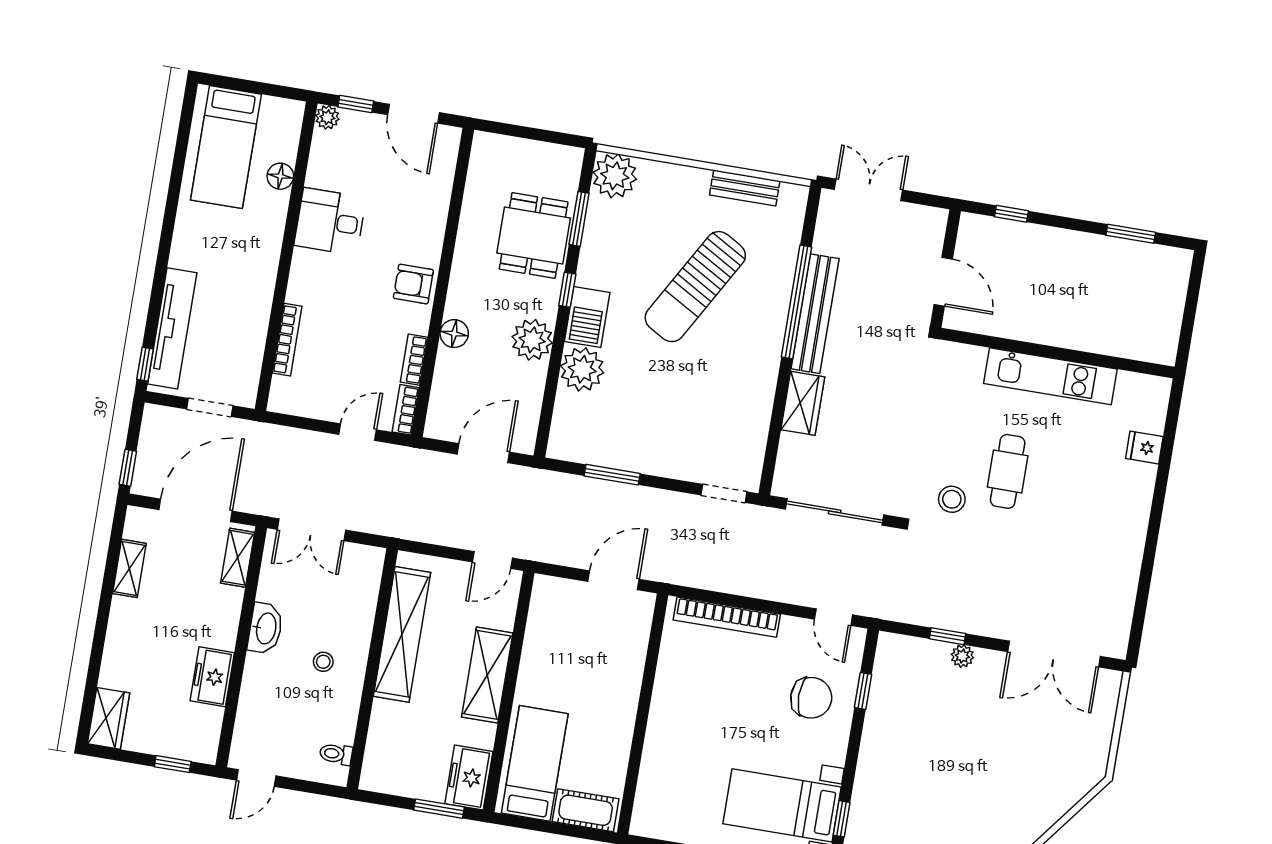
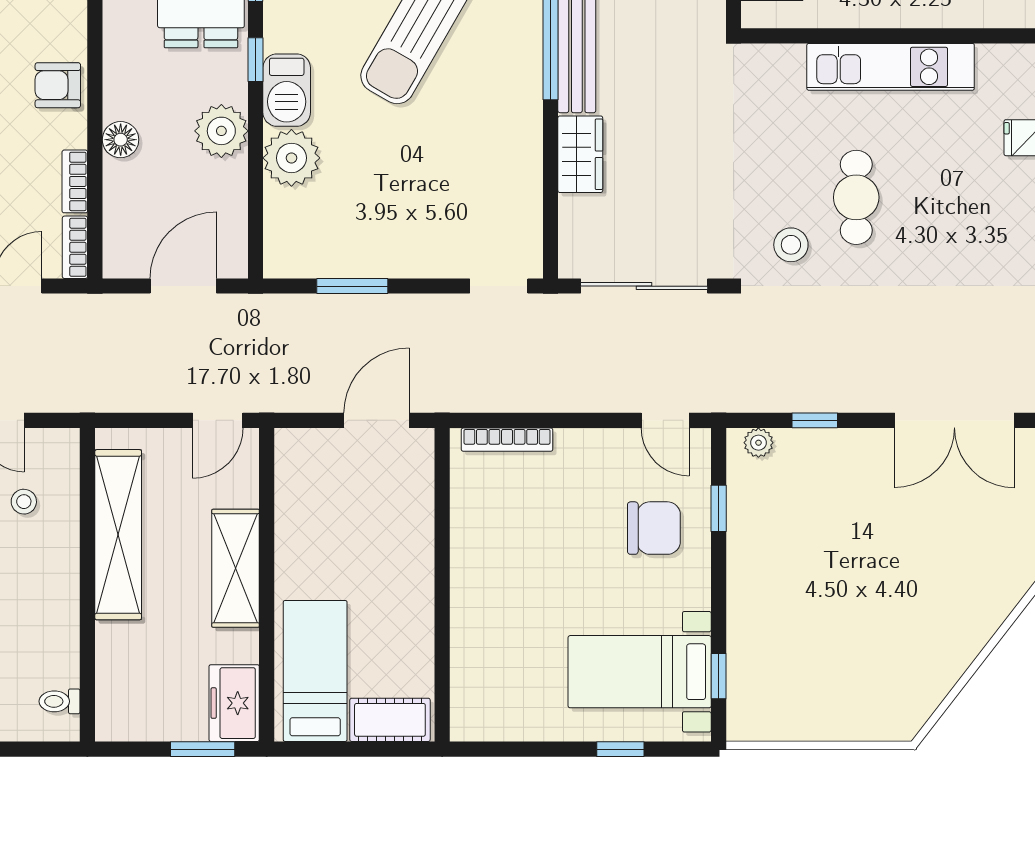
bookcase: (727, 617) -> (507, 440), width x0.68, depth x0.76
plant: (962, 656) -> (758, 443), moved
stool: (323, 662) -> (24, 502), moved

